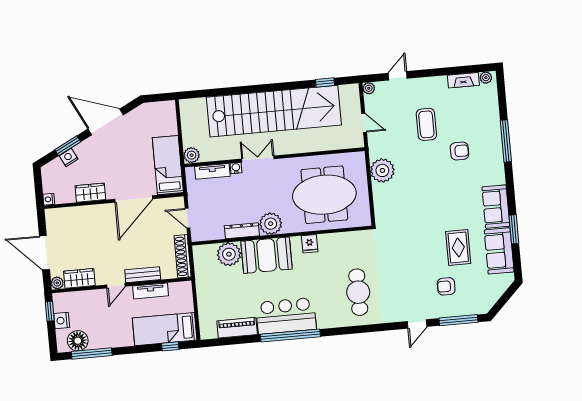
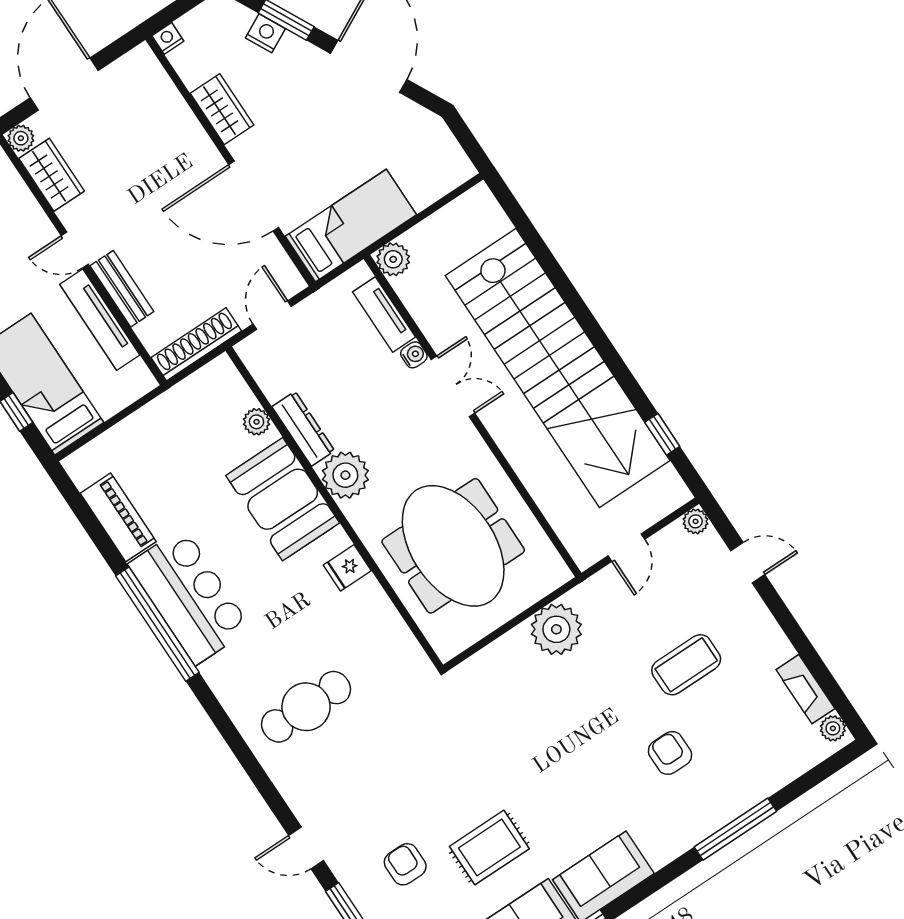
armchair: (459, 151) -> (670, 753), turned 180
plant: (229, 254) -> (257, 422), width x0.53, depth x0.53
tv unit: (151, 291) -> (100, 320), width x1.41

